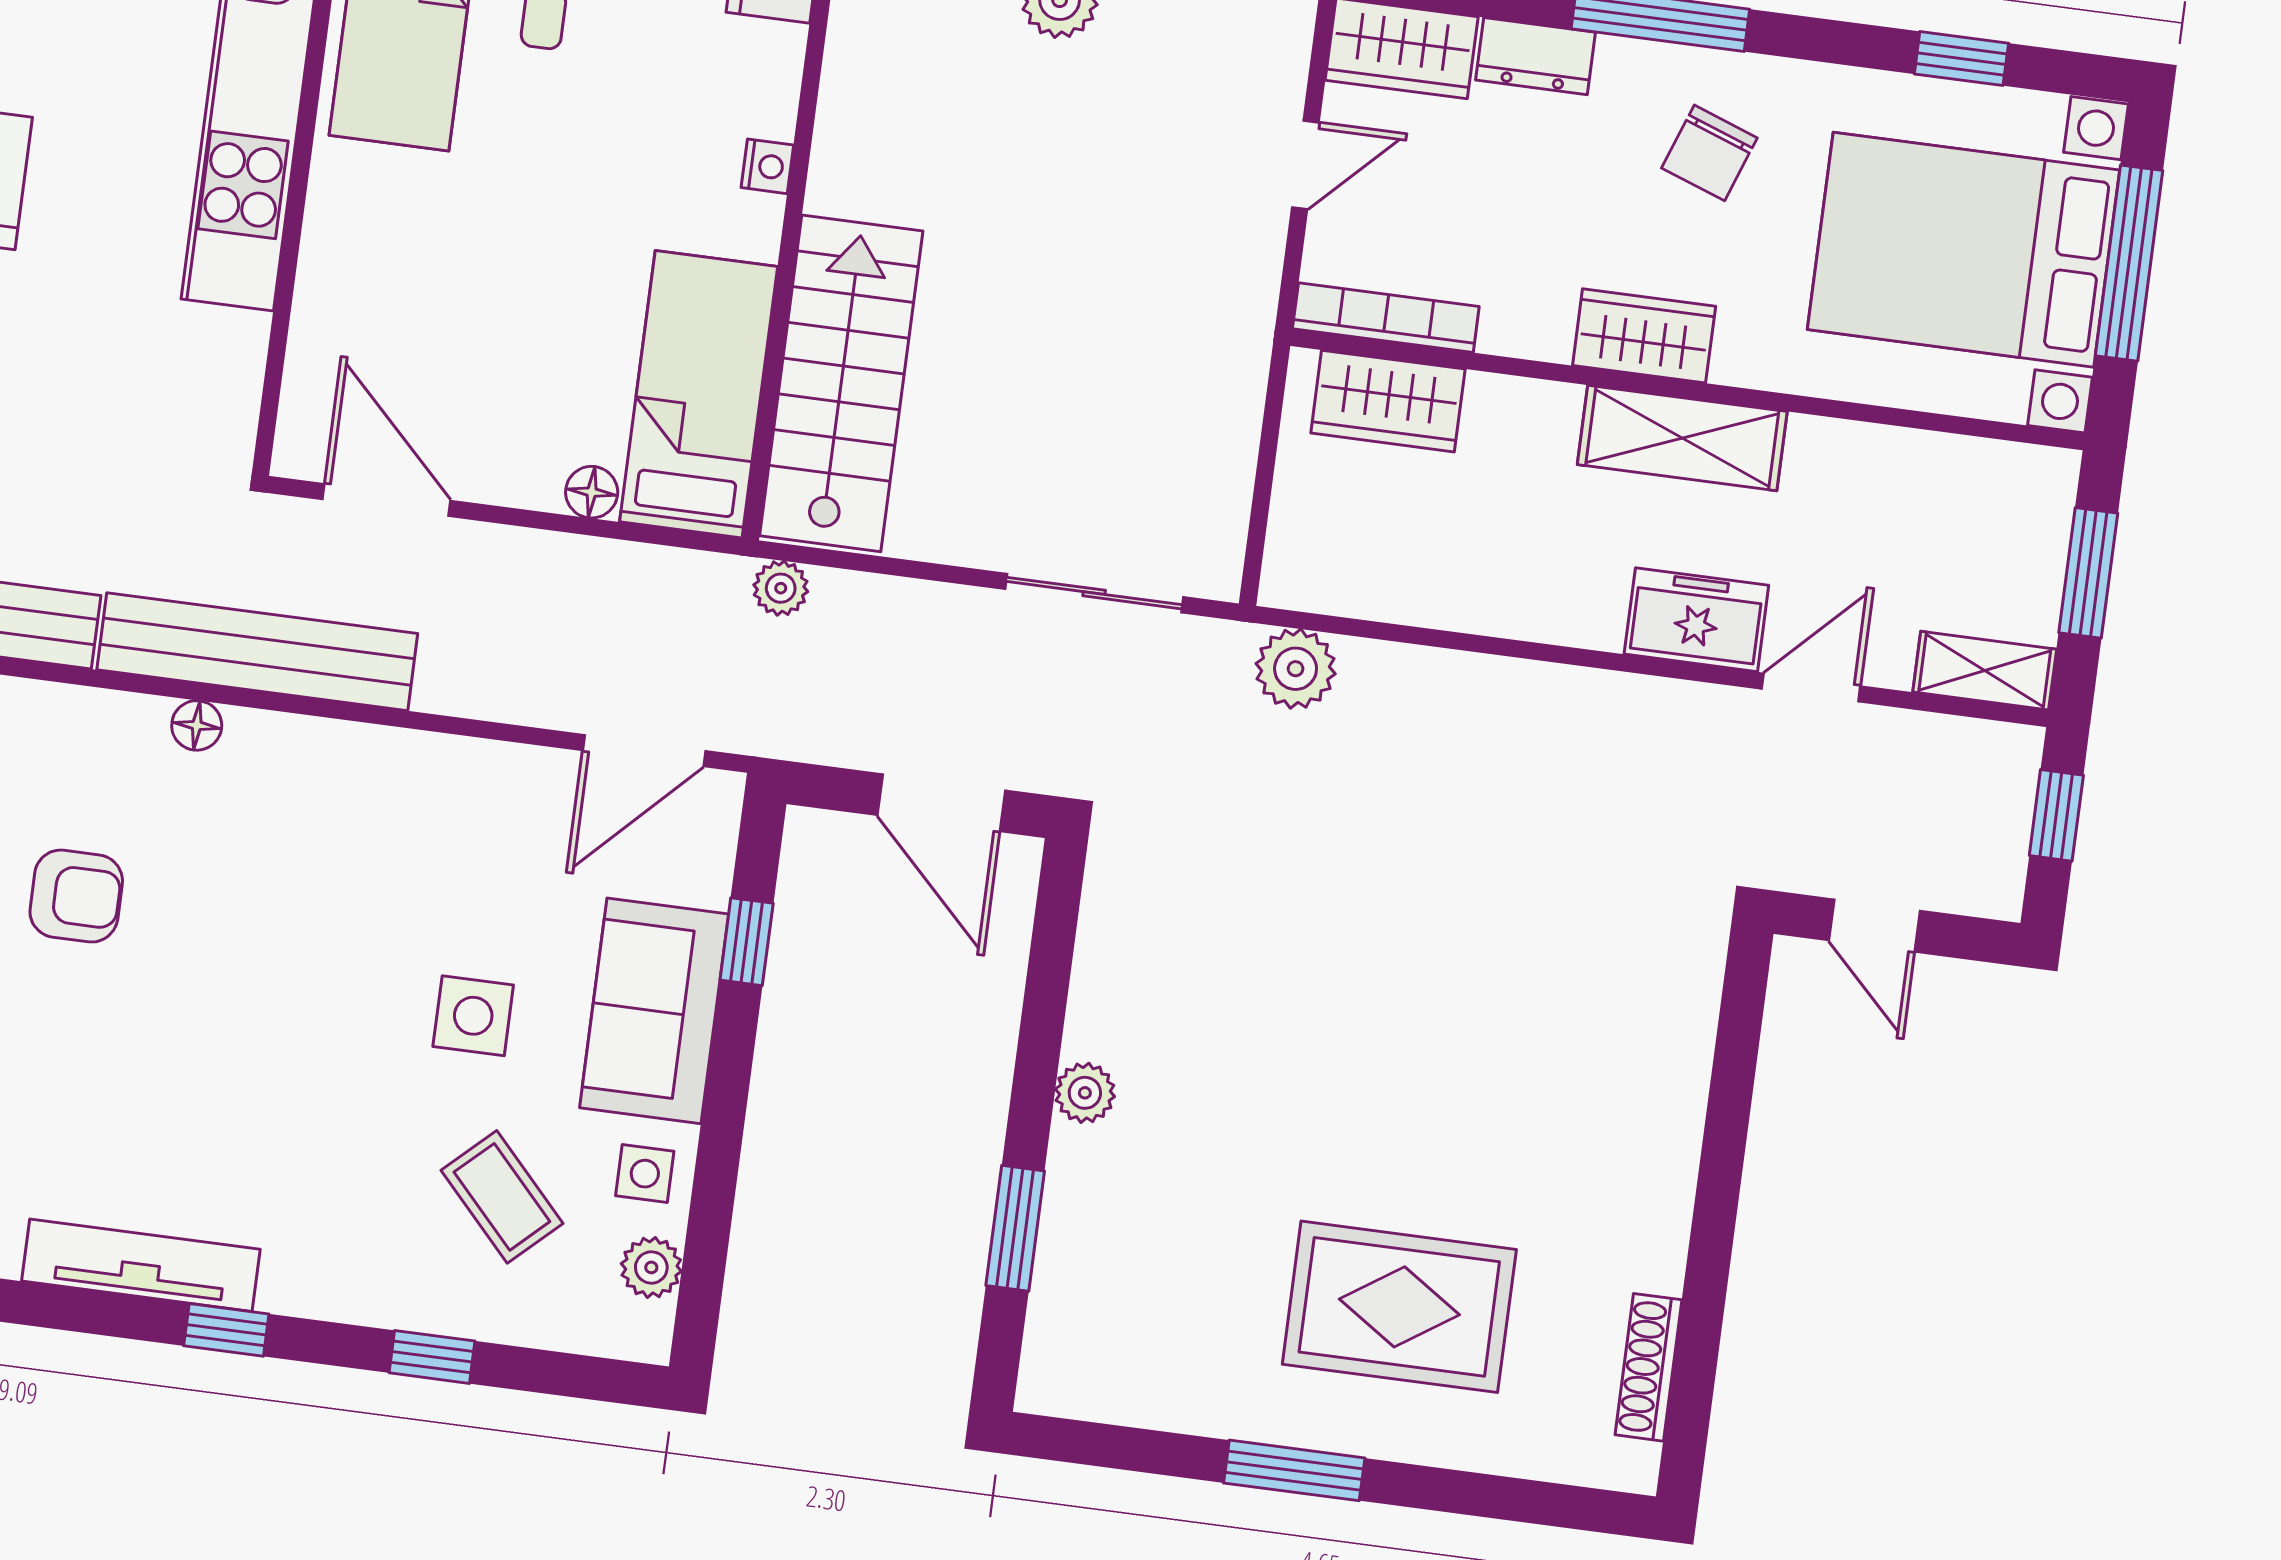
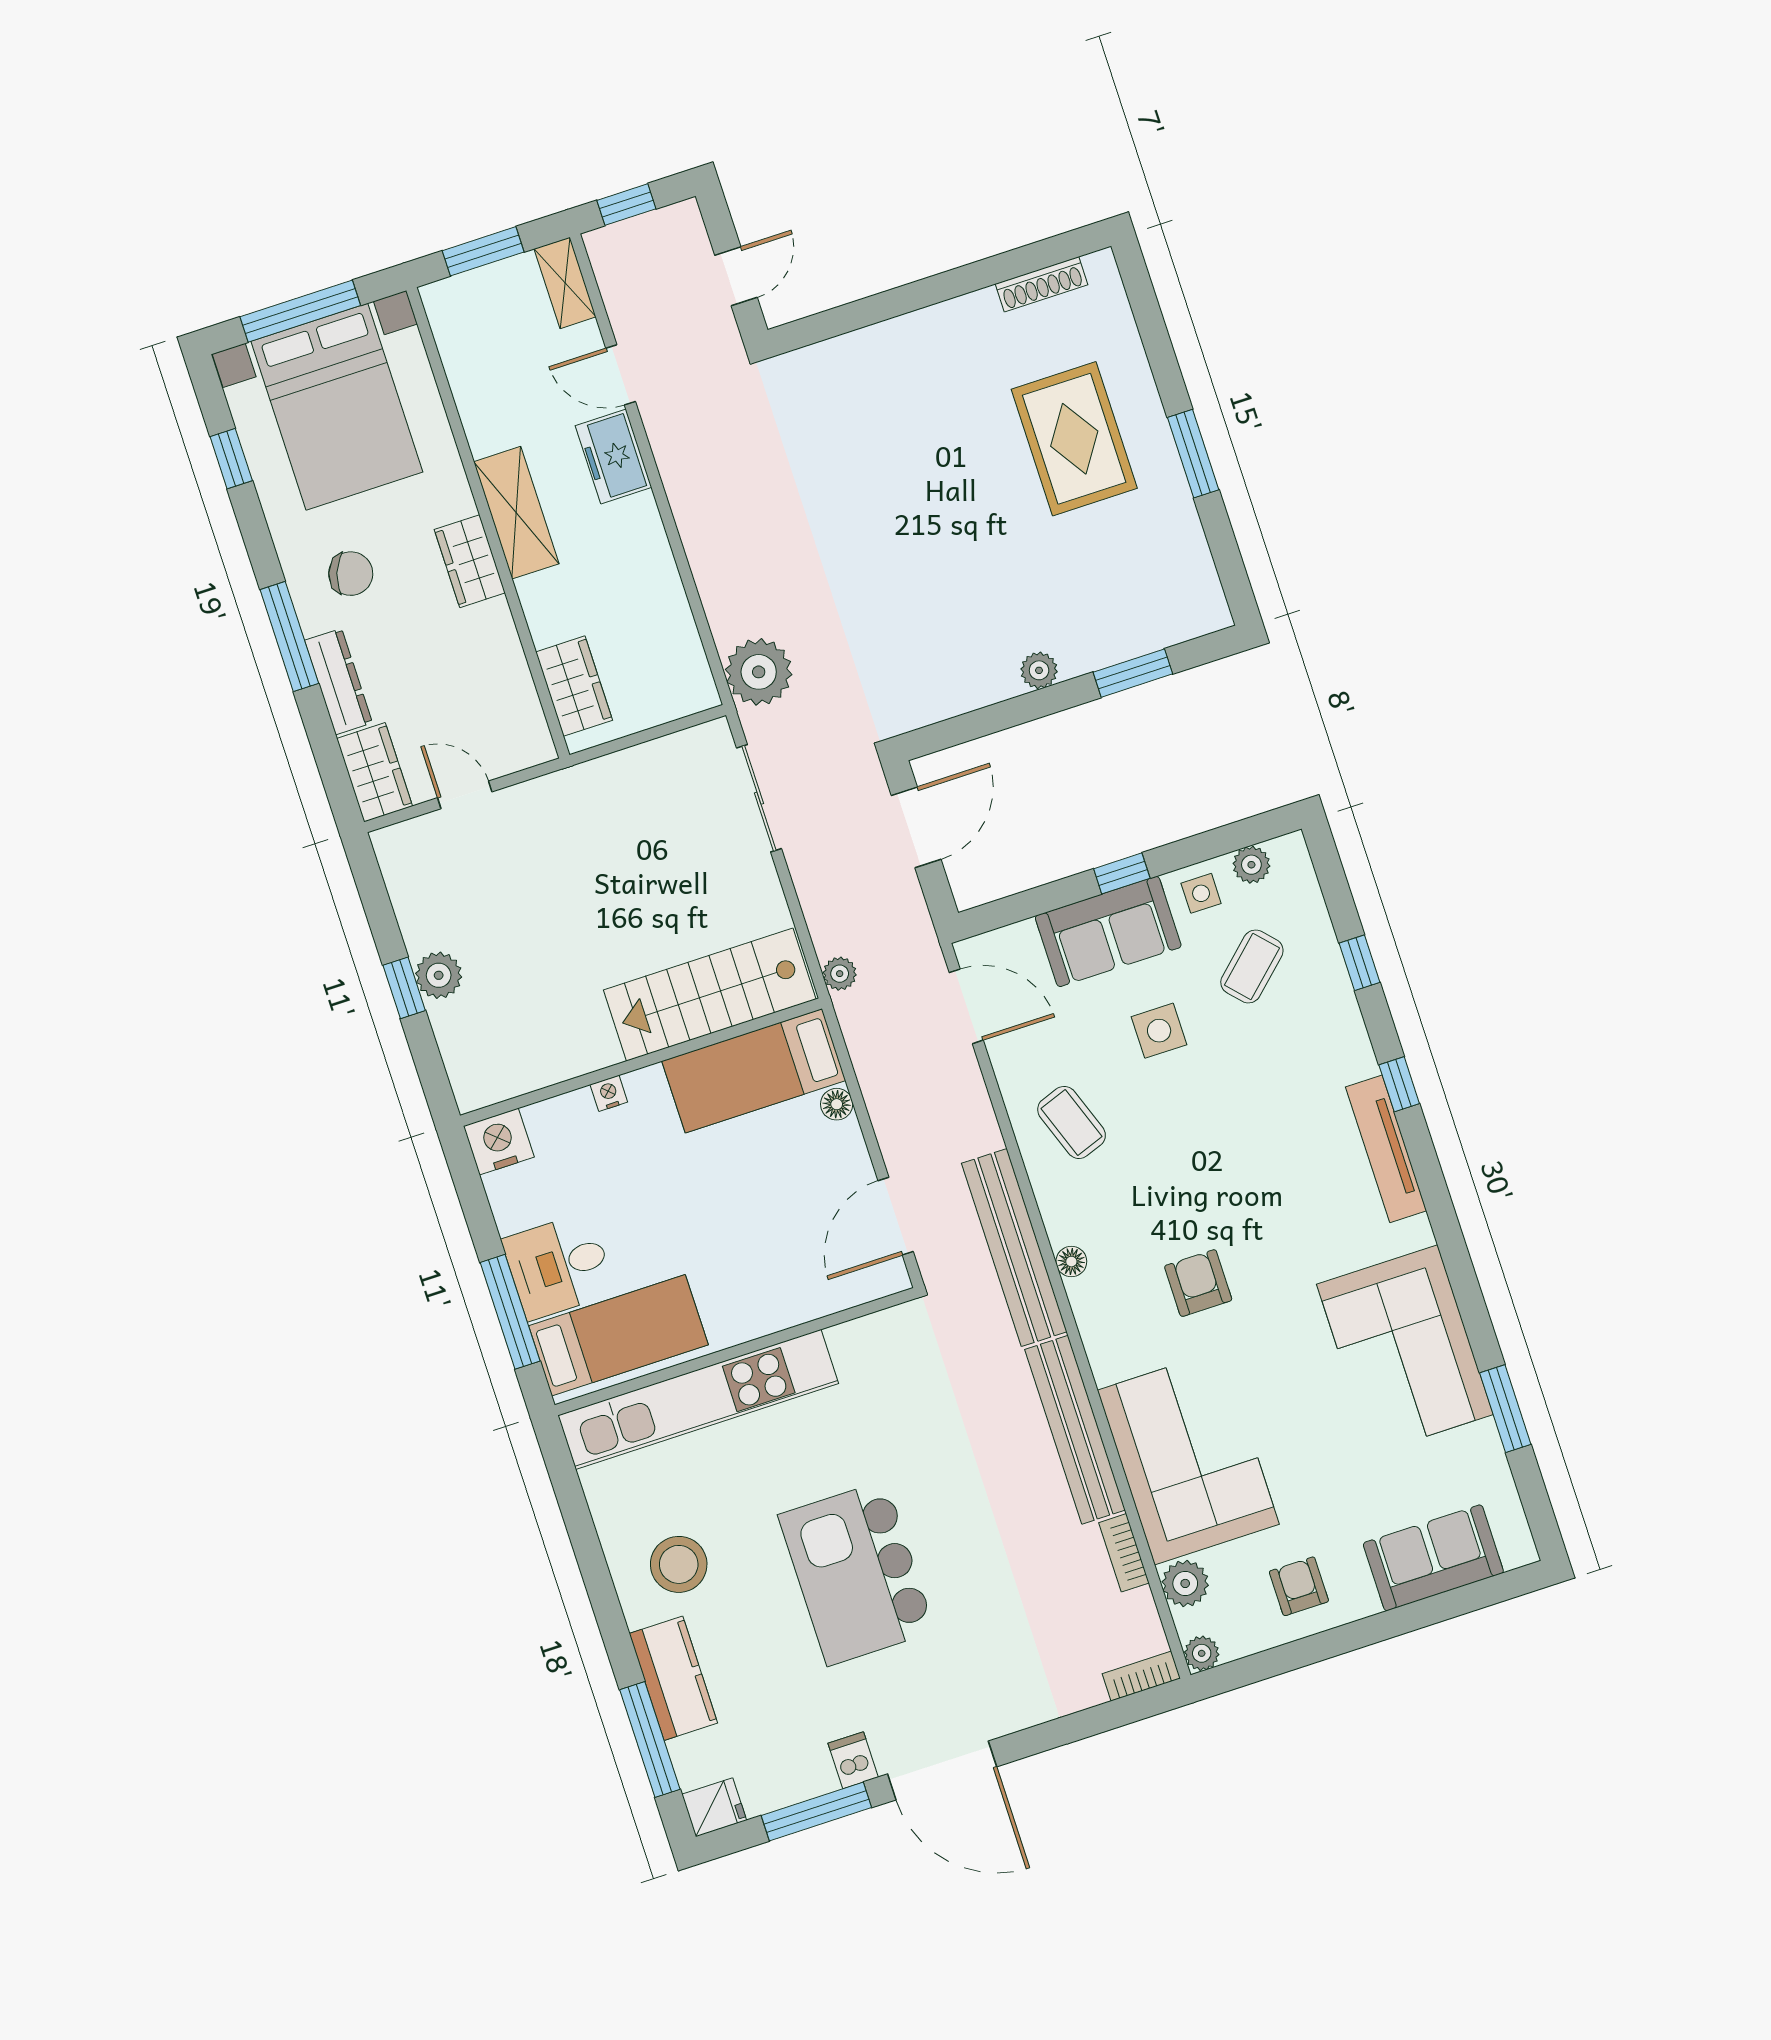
dresser: (1535, 56) -> (339, 682), width x1.44
bookcase: (1386, 318) -> (528, 710), removed
plant: (1296, 669) -> (759, 672), width x1.36, depth x1.36
coffee table: (400, 823) -> (1072, 1122), added
window: (747, 942) -> (1122, 873), moved

